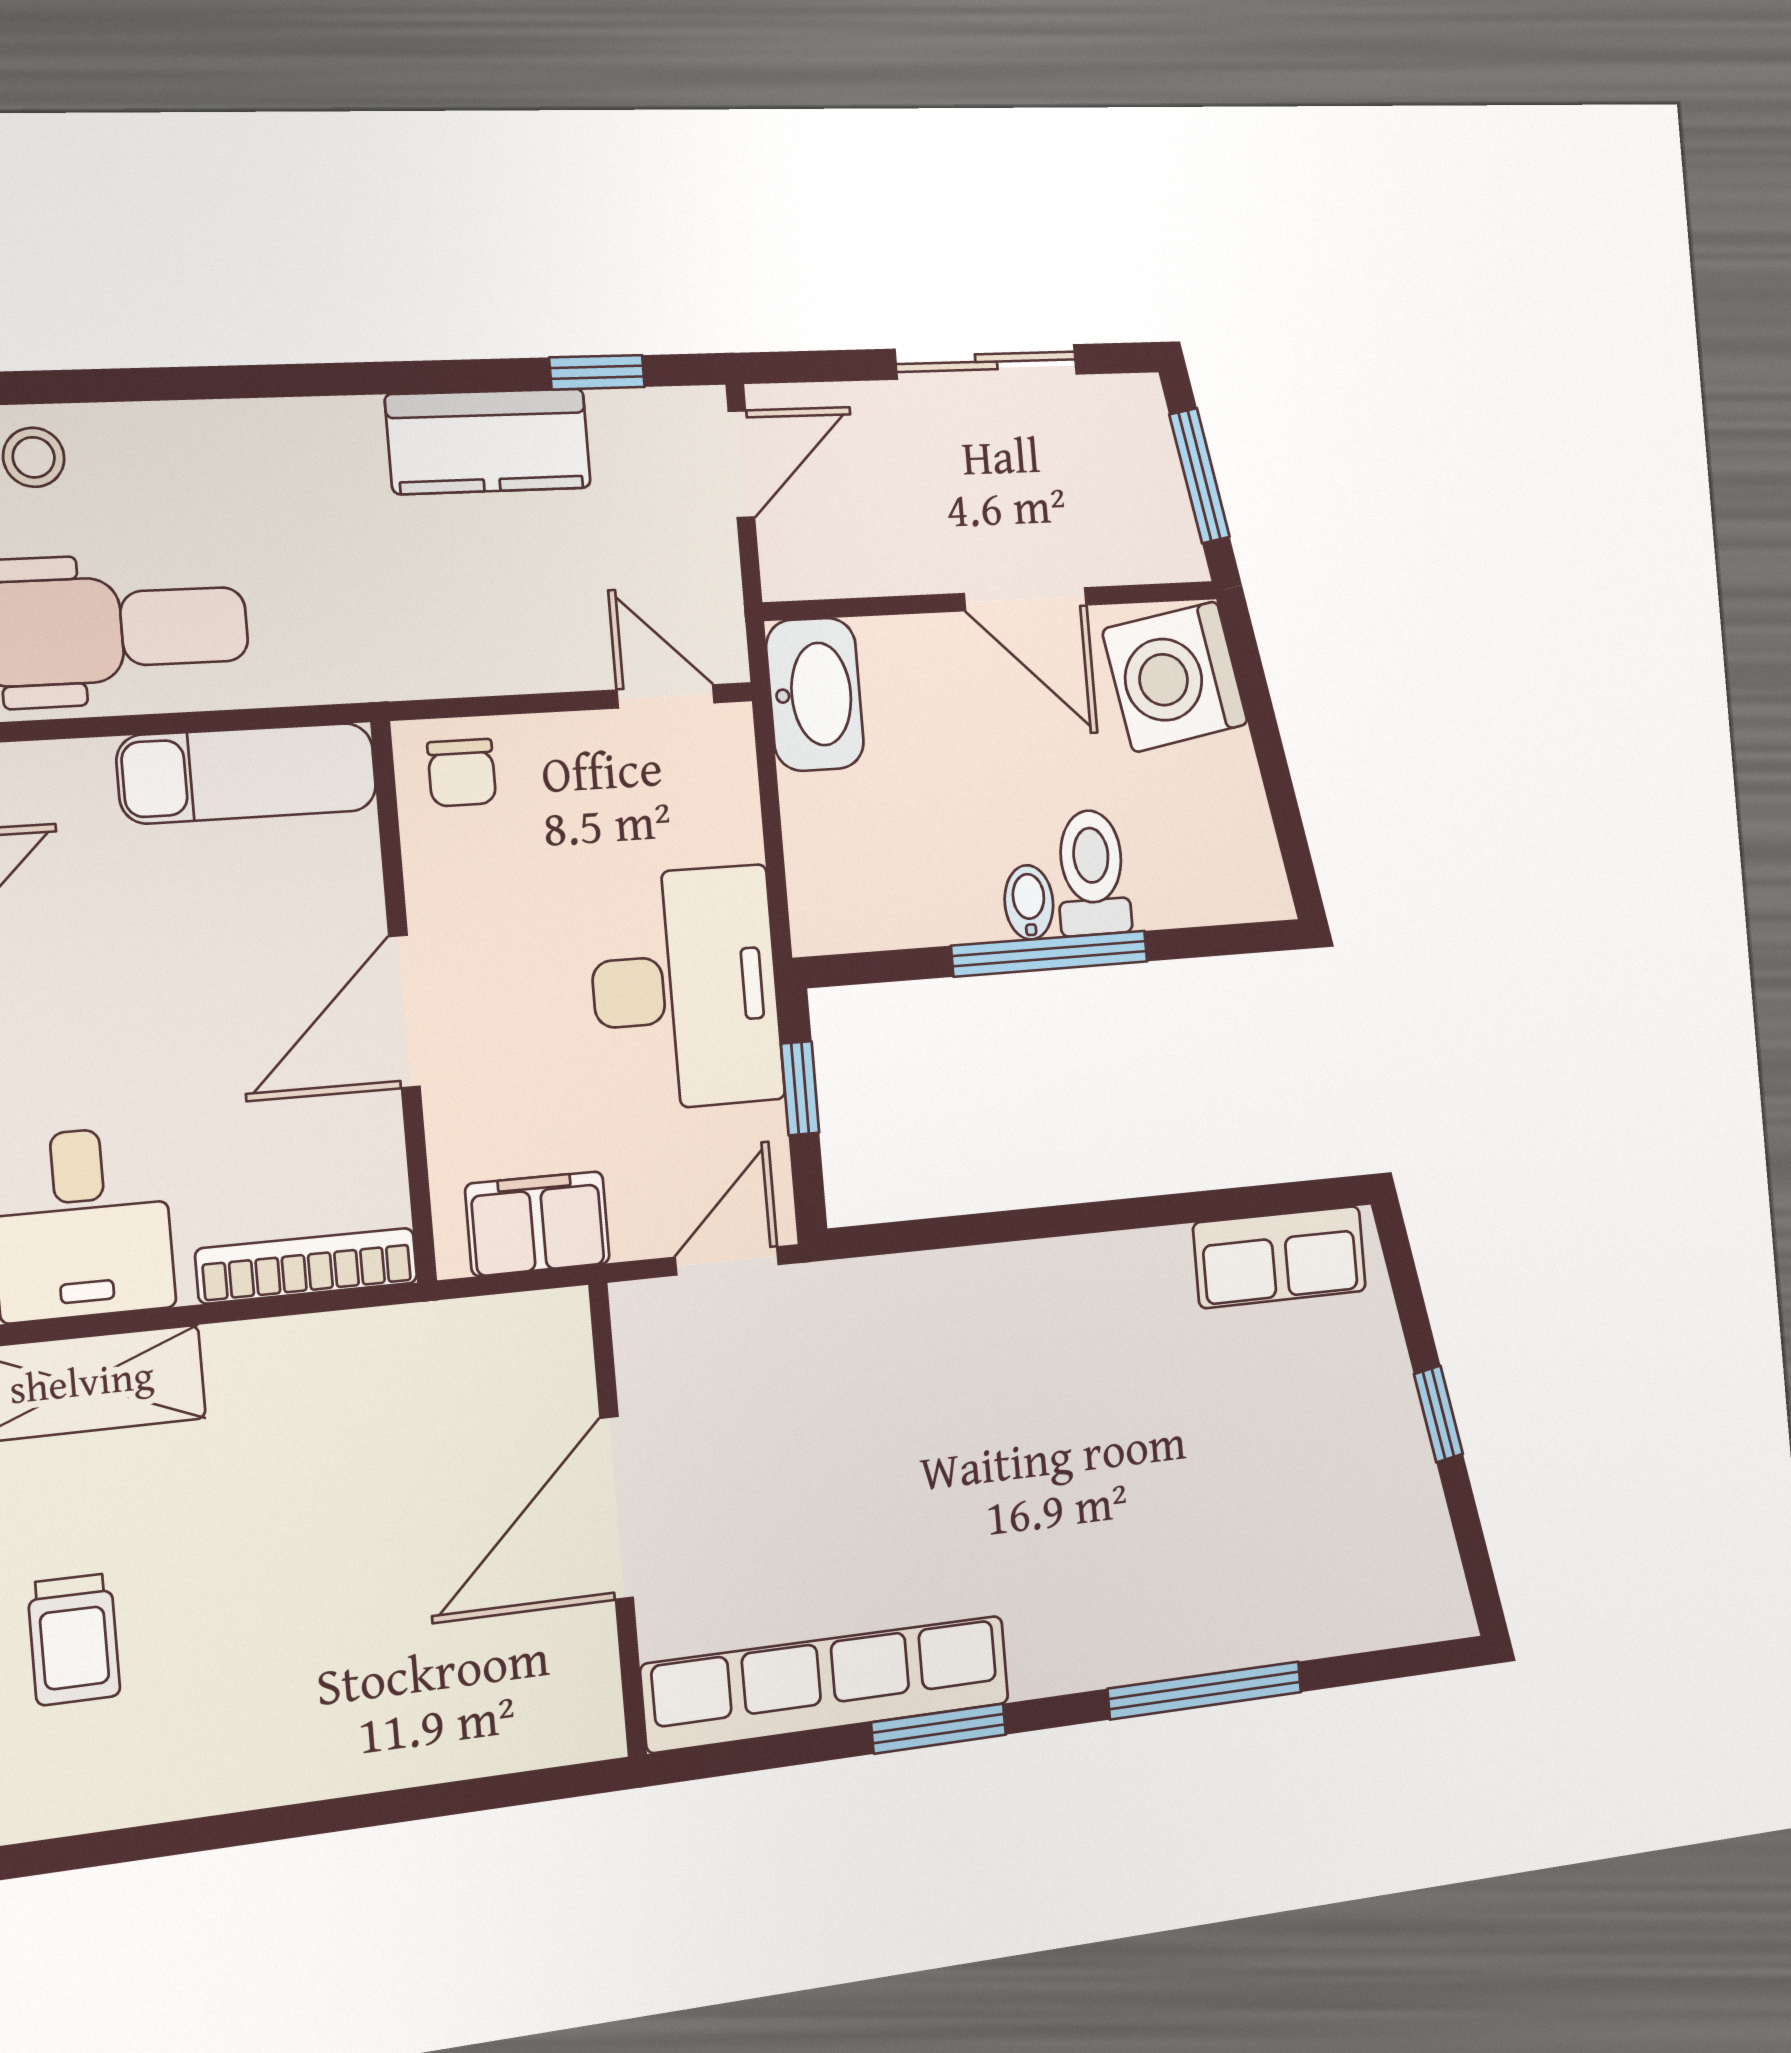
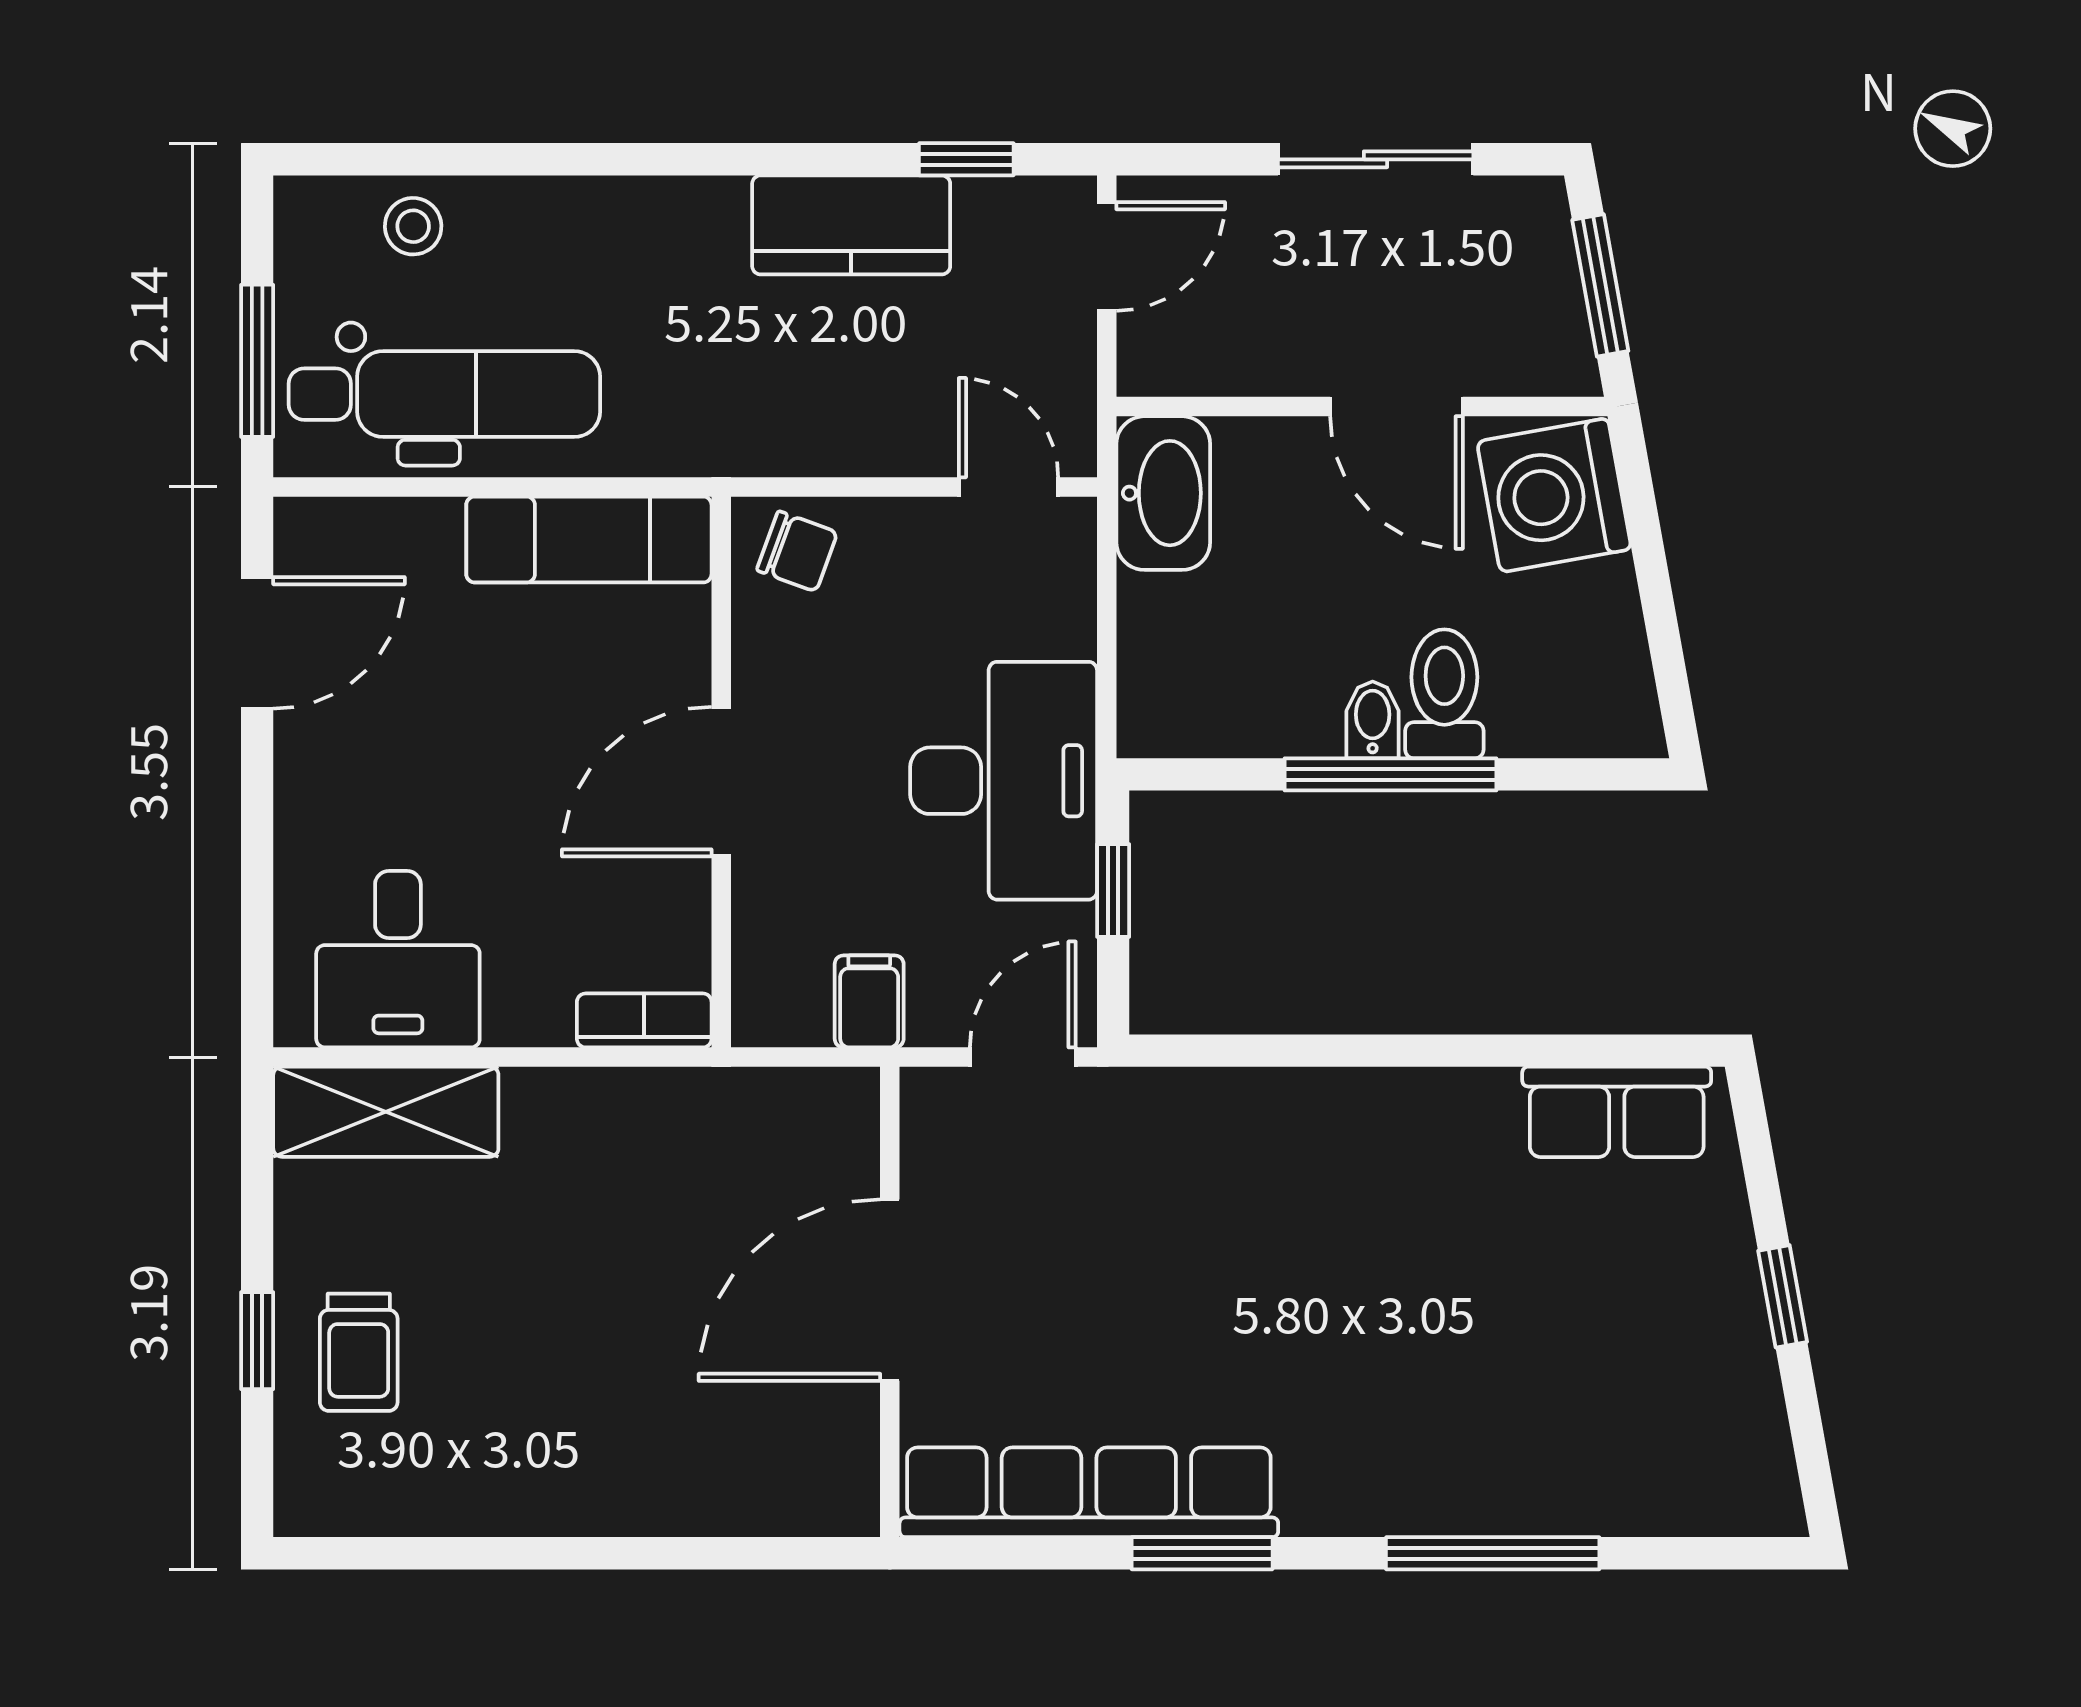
chair: (462, 773) -> (797, 551), turned -70
filing cabinet: (537, 1224) -> (869, 1001), width x0.50
bookcase: (307, 1266) -> (644, 1020), width x0.64

